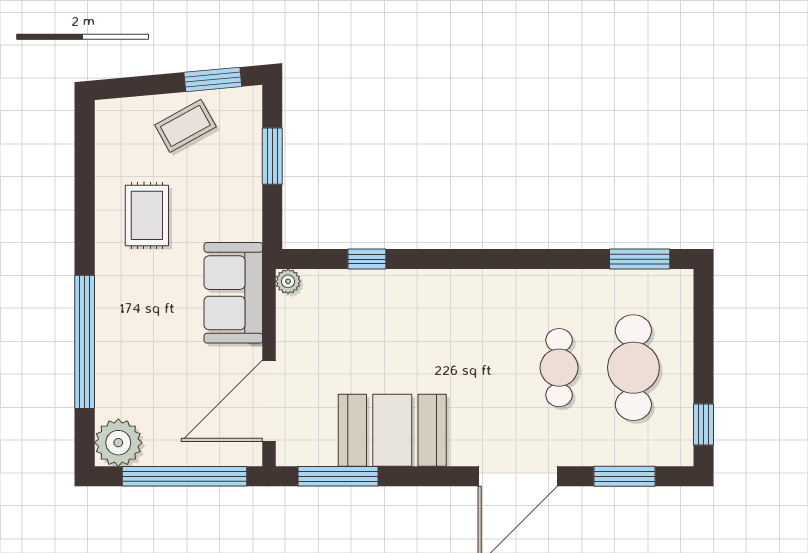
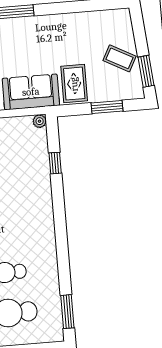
coffee table: (185, 126) -> (120, 58), turned -33
rug: (147, 215) -> (74, 84), moved, turned 90

